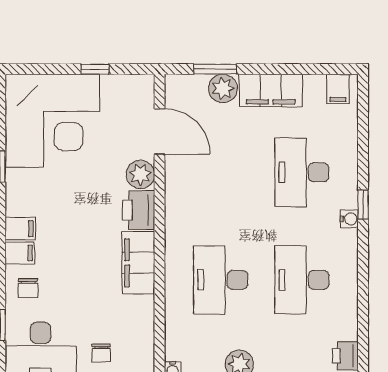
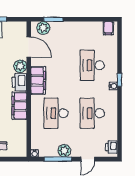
plant: (223, 88) -> (43, 28), moved
filing cabinet: (271, 90) -> (38, 80), moved, turned -90

